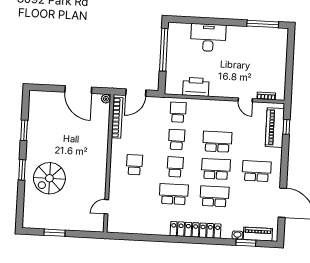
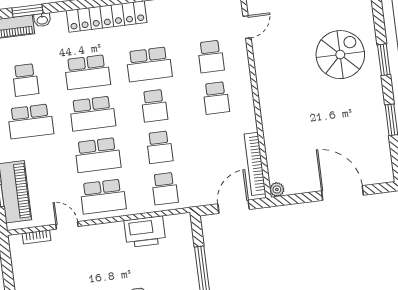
door: (78, 90) -> (342, 193), moved
school desk: (219, 114) -> (103, 196), added
school desk: (133, 192) -> (211, 56), added
school desk: (255, 198) -> (25, 80), added

